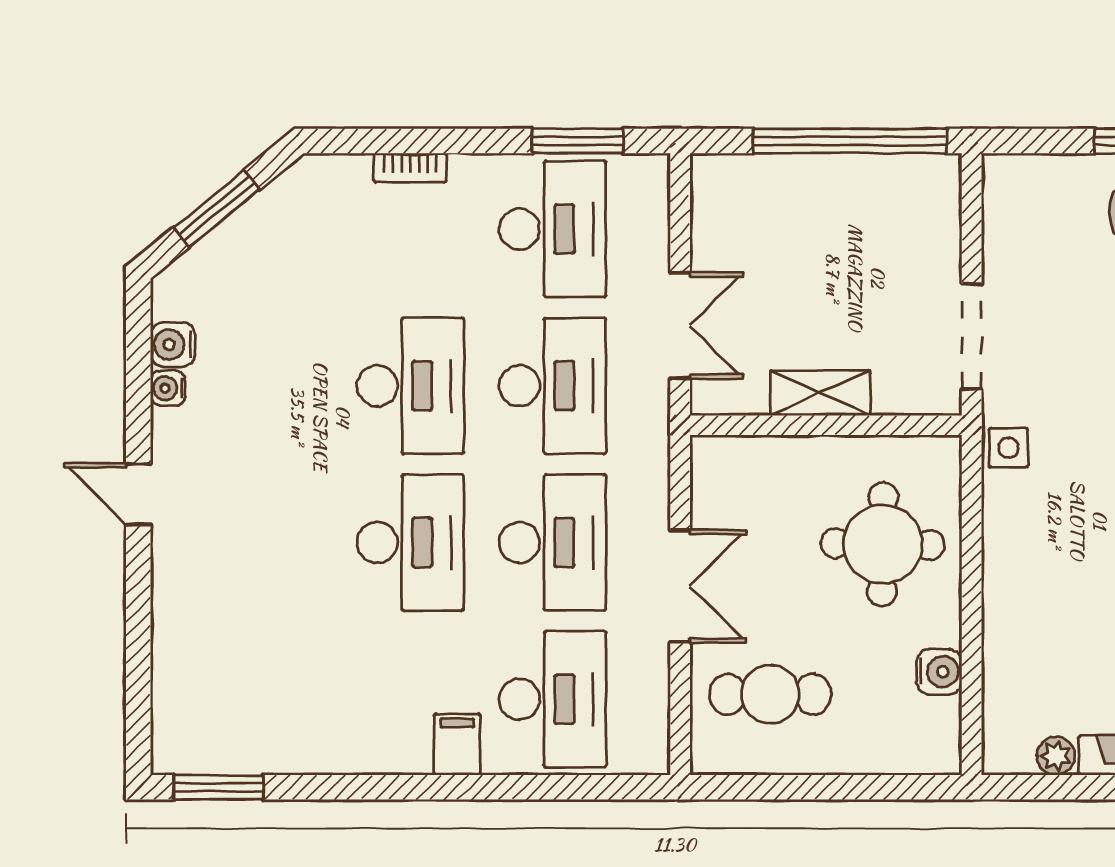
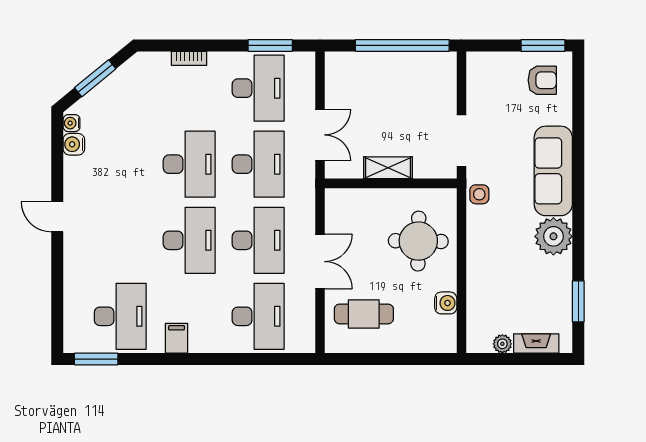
water cooler: (168, 388) -> (72, 123), moved
desk: (268, 699) -> (120, 316), added
filing cabinet: (457, 744) -> (177, 338), moved

